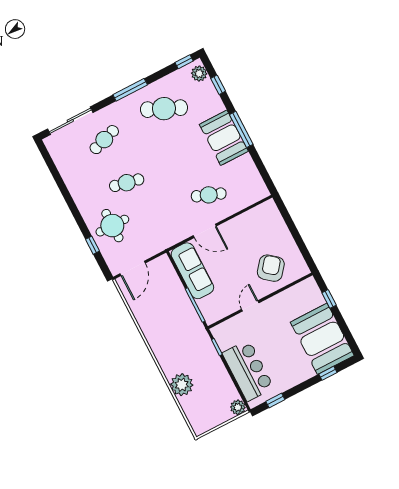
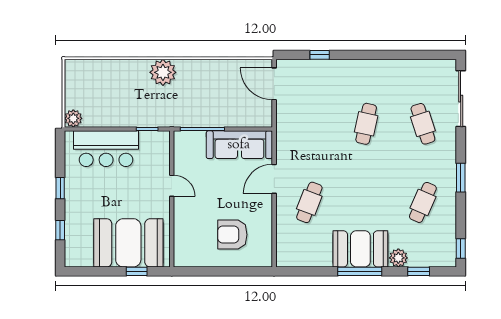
plant: (199, 74) -> (398, 258), moved
window: (130, 90) -> (461, 178), width x0.69
cafe table: (164, 109) -> (423, 202), width x0.73, depth x0.74
round table: (112, 226) -> (329, 86), removed
armchair: (271, 268) -> (232, 235), moved, turned 141
booth: (322, 339) -> (128, 243), moved
plant: (182, 385) -> (163, 72), moved
window: (275, 401) -> (60, 188), moved

